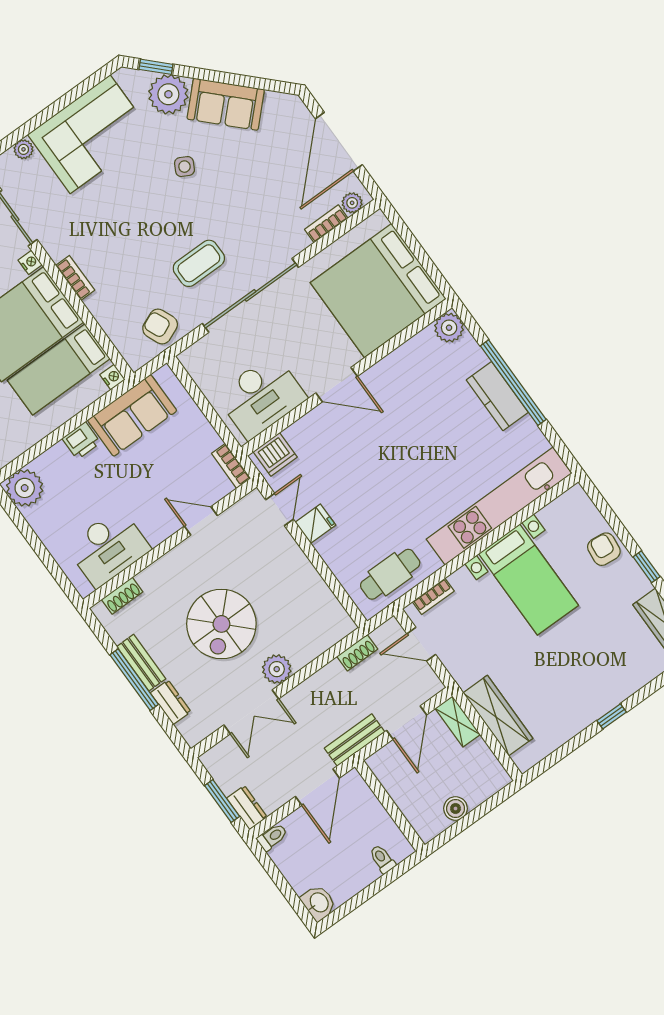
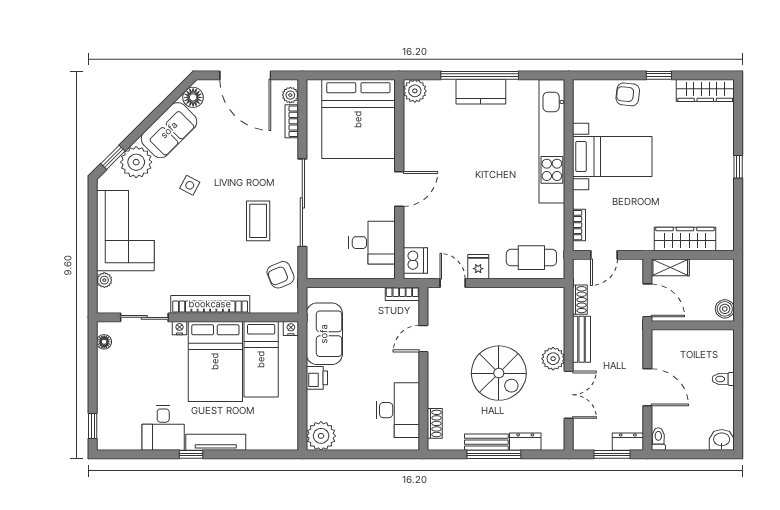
floor lamp: (277, 105) -> (193, 97), added
bookcase: (75, 278) -> (210, 304), width x2.31, depth x1.31
desk: (261, 397) -> (372, 243), width x0.73
cafe table: (390, 574) -> (531, 258), moved, turned 90
bench: (355, 740) -> (582, 339), moved
wall: (390, 806) -> (693, 325), moved

